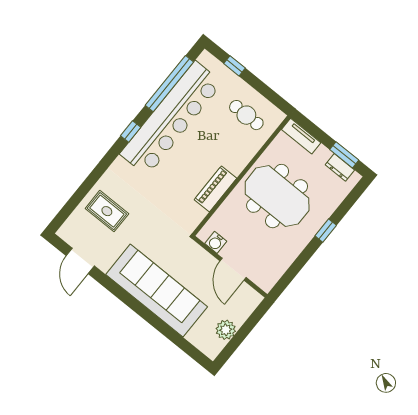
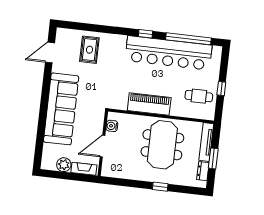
window: (234, 66) -> (221, 89), moved
cafe table: (246, 115) -> (199, 96), turned 90
tv unit: (301, 136) -> (206, 142), width x1.41
window: (344, 155) -> (213, 158), moved
piano: (215, 189) -> (149, 104), width x1.37, depth x1.33
fireplace: (246, 309) -> (84, 169), added

